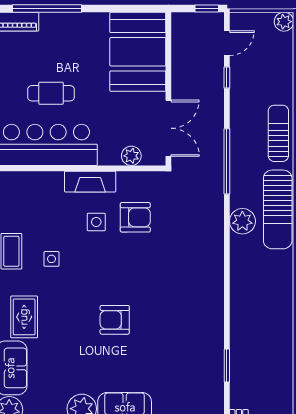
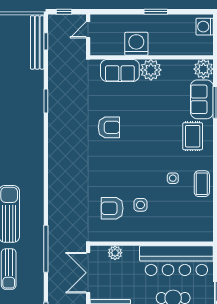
fireplace: (90, 182) -> (145, 234), removed
plant: (242, 221) -> (35, 205), removed
armchair: (115, 320) -> (109, 127), moved

